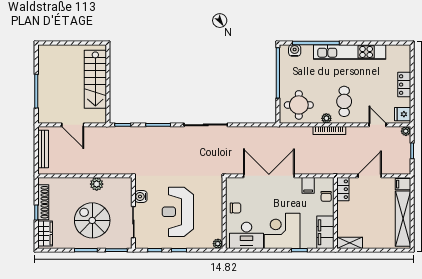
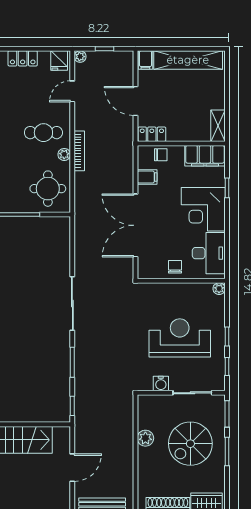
reception desk: (178, 212) -> (180, 338), turned 180

